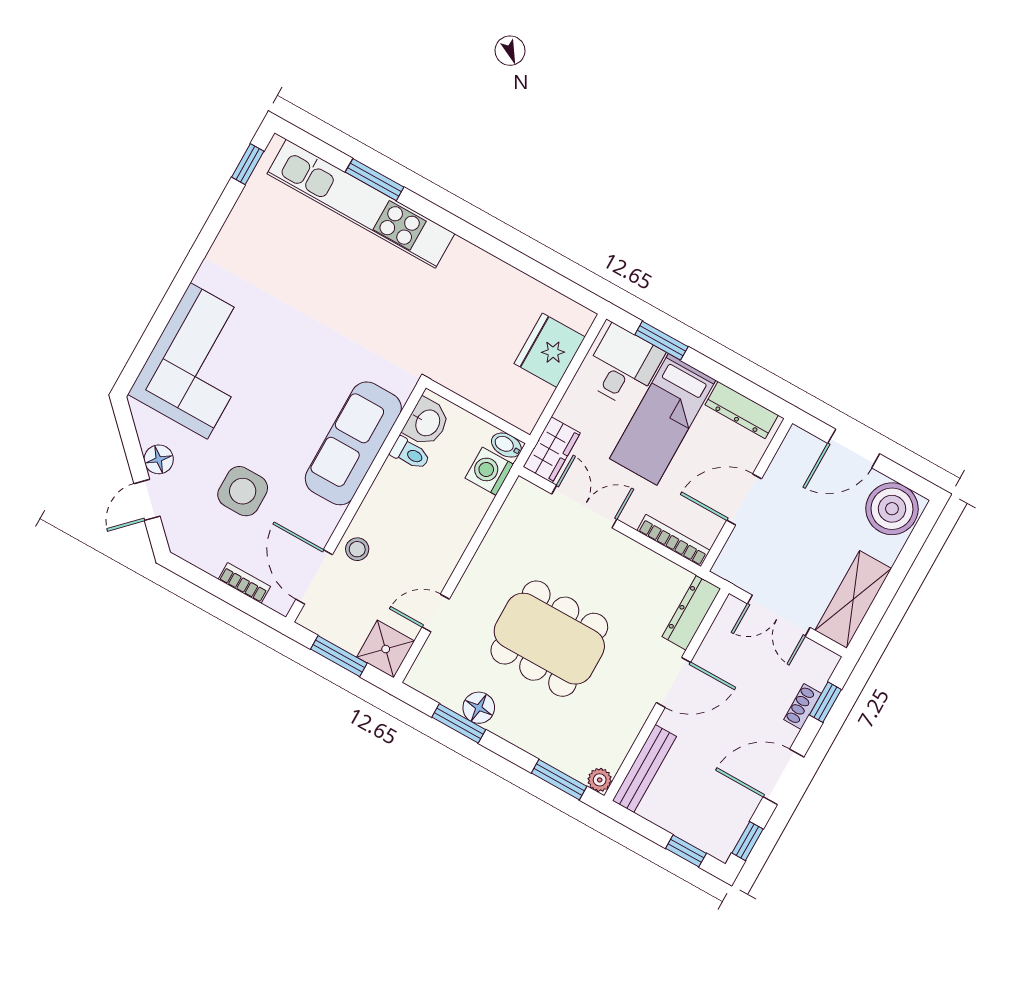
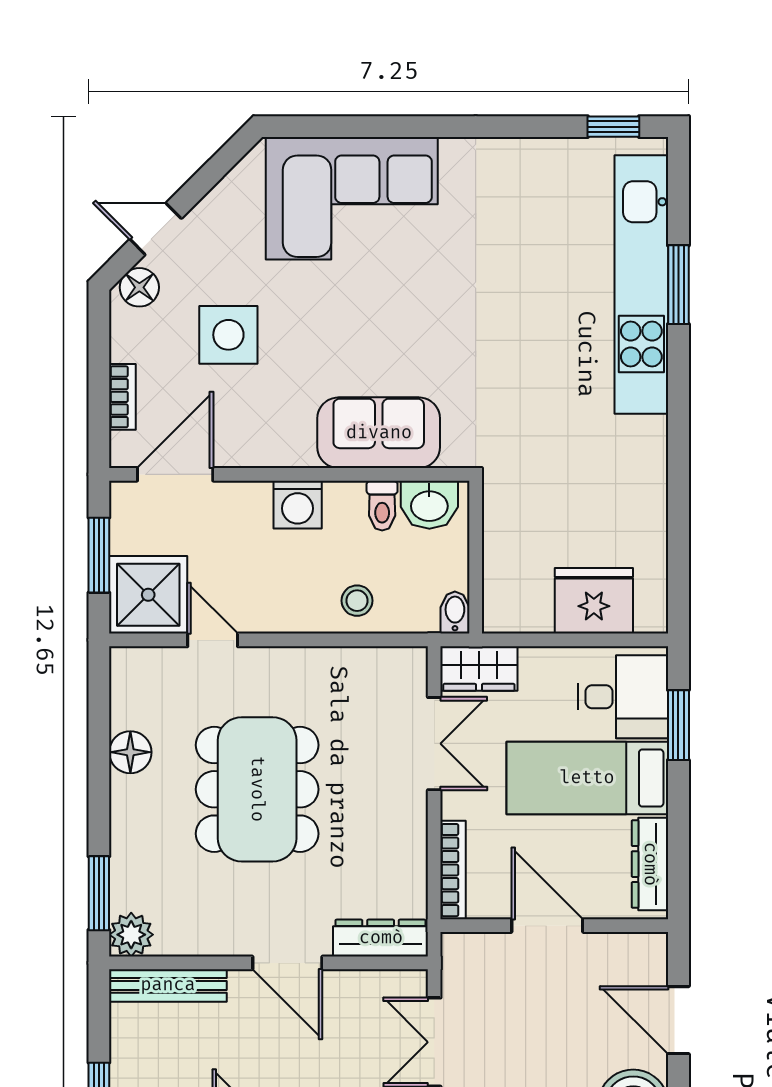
sofa: (353, 443) -> (379, 433), width x0.73
floor lamp: (159, 459) -> (139, 287), moved
washing machine: (489, 471) -> (298, 505), moved, turned 180
stool: (357, 549) -> (357, 601), moved
shower: (386, 649) -> (148, 595), width x1.36, depth x1.36
window: (459, 723) -> (99, 739), removed
plant: (600, 780) -> (131, 935), width x1.38, depth x1.38

